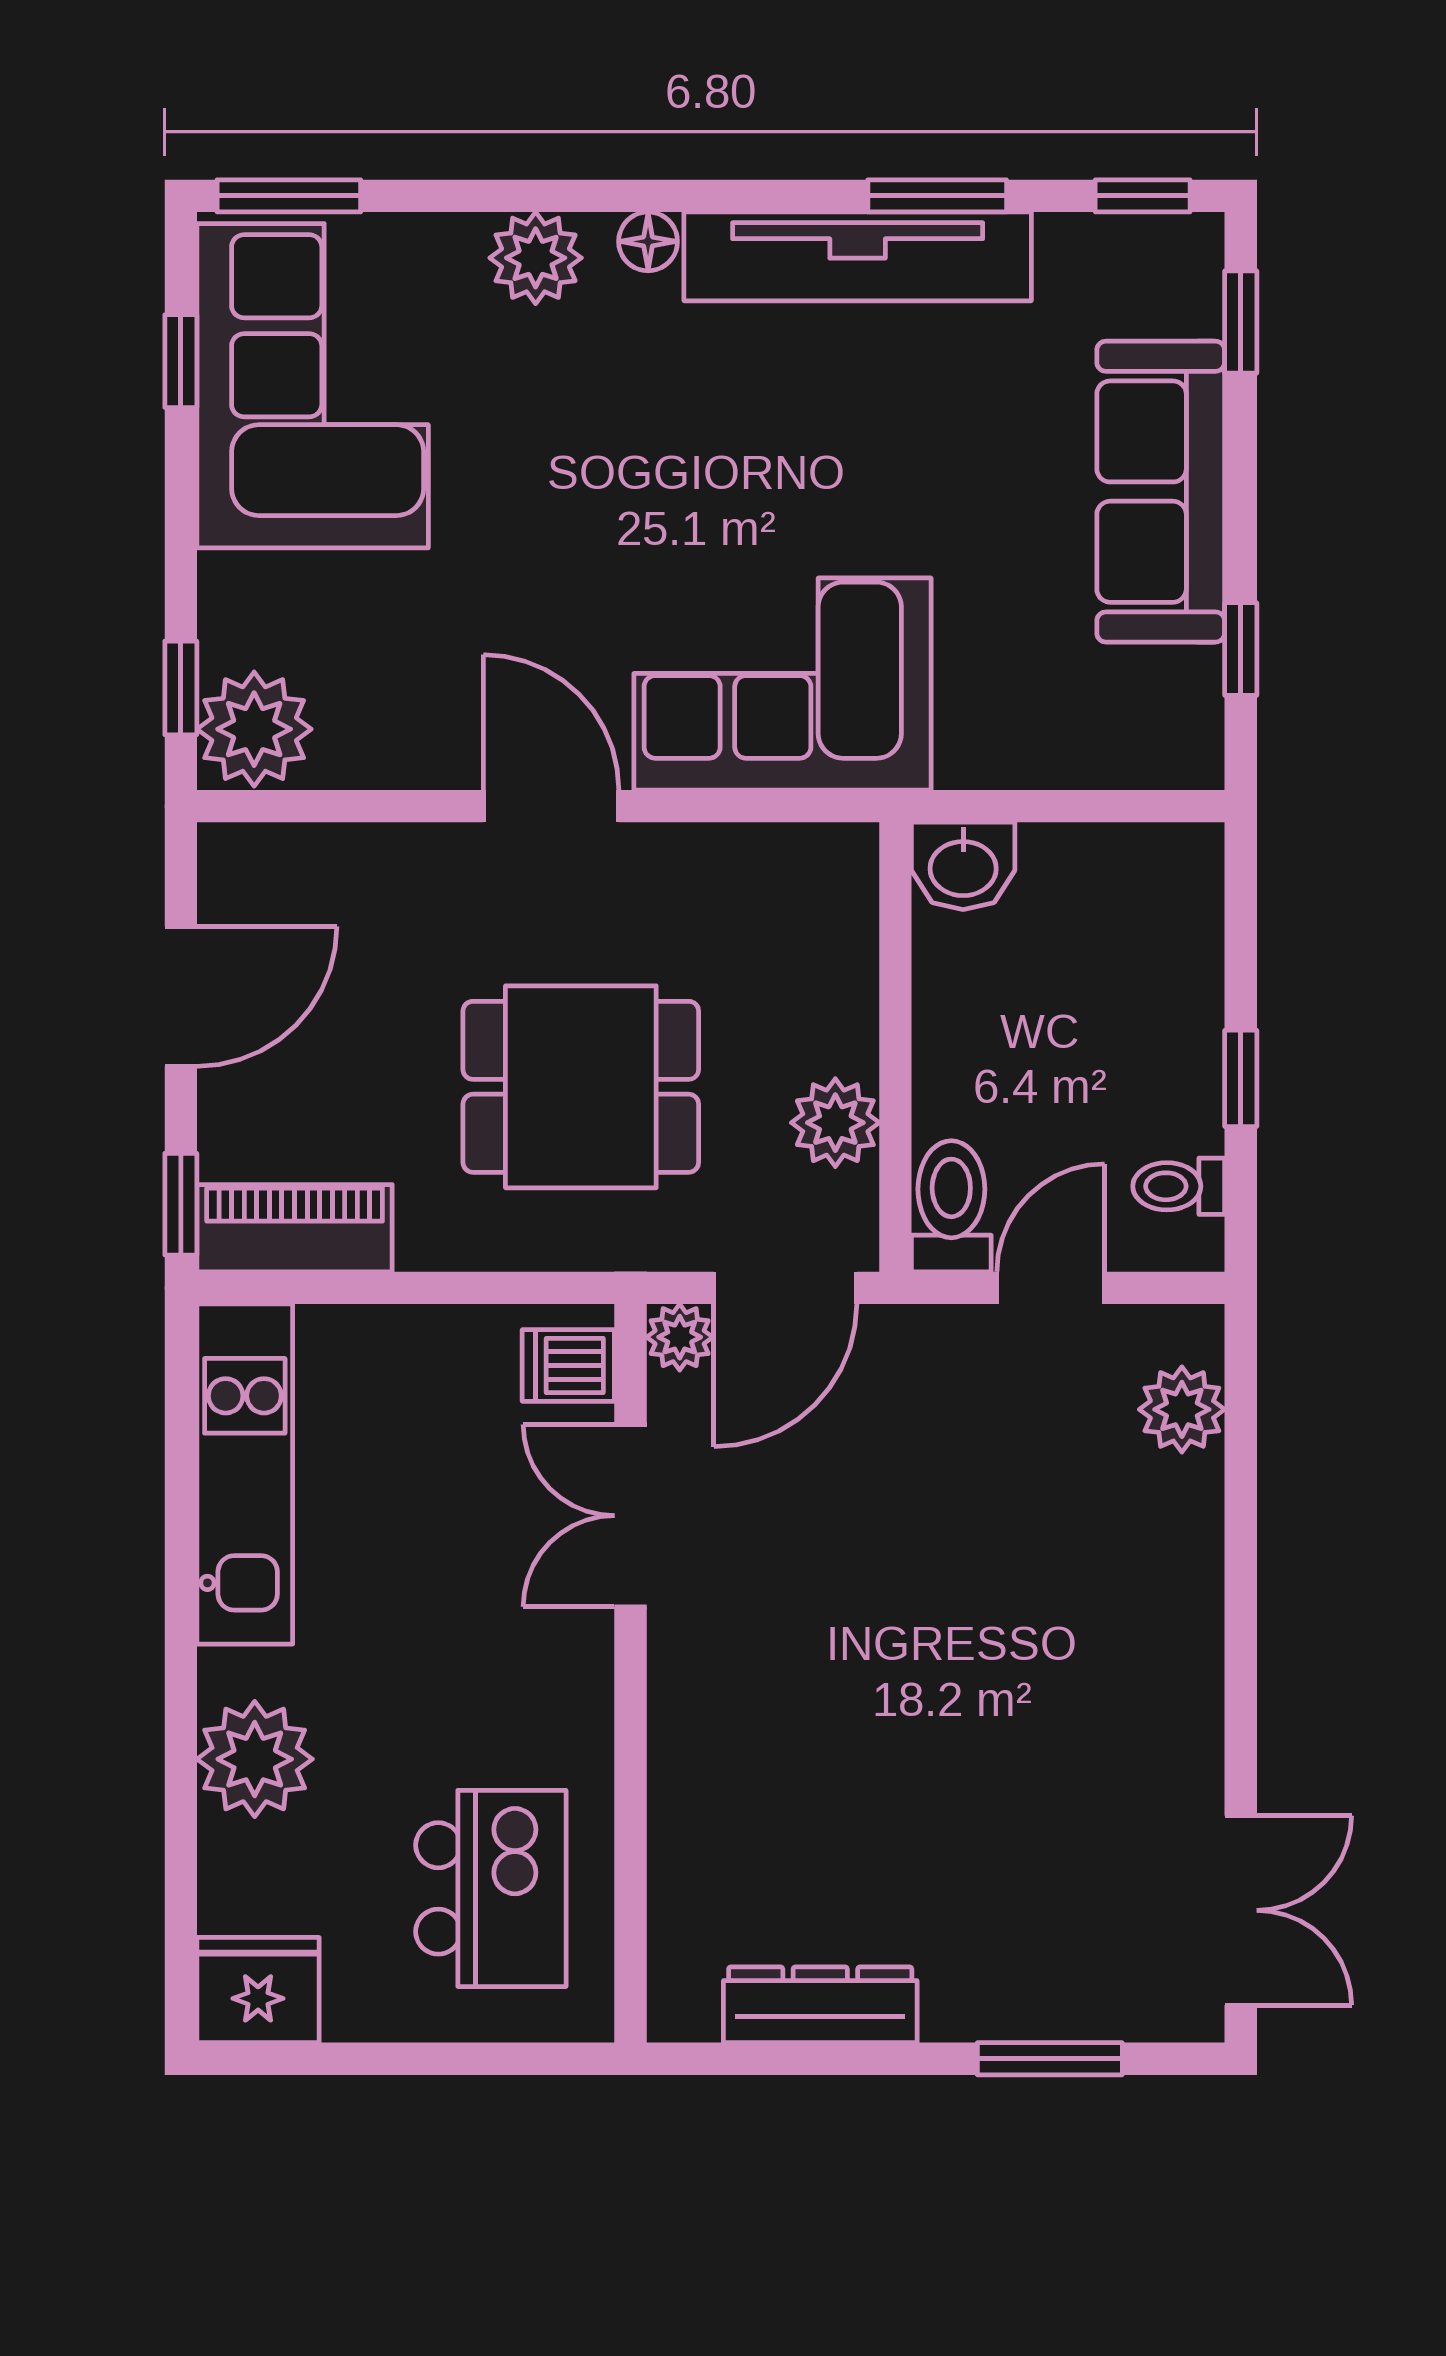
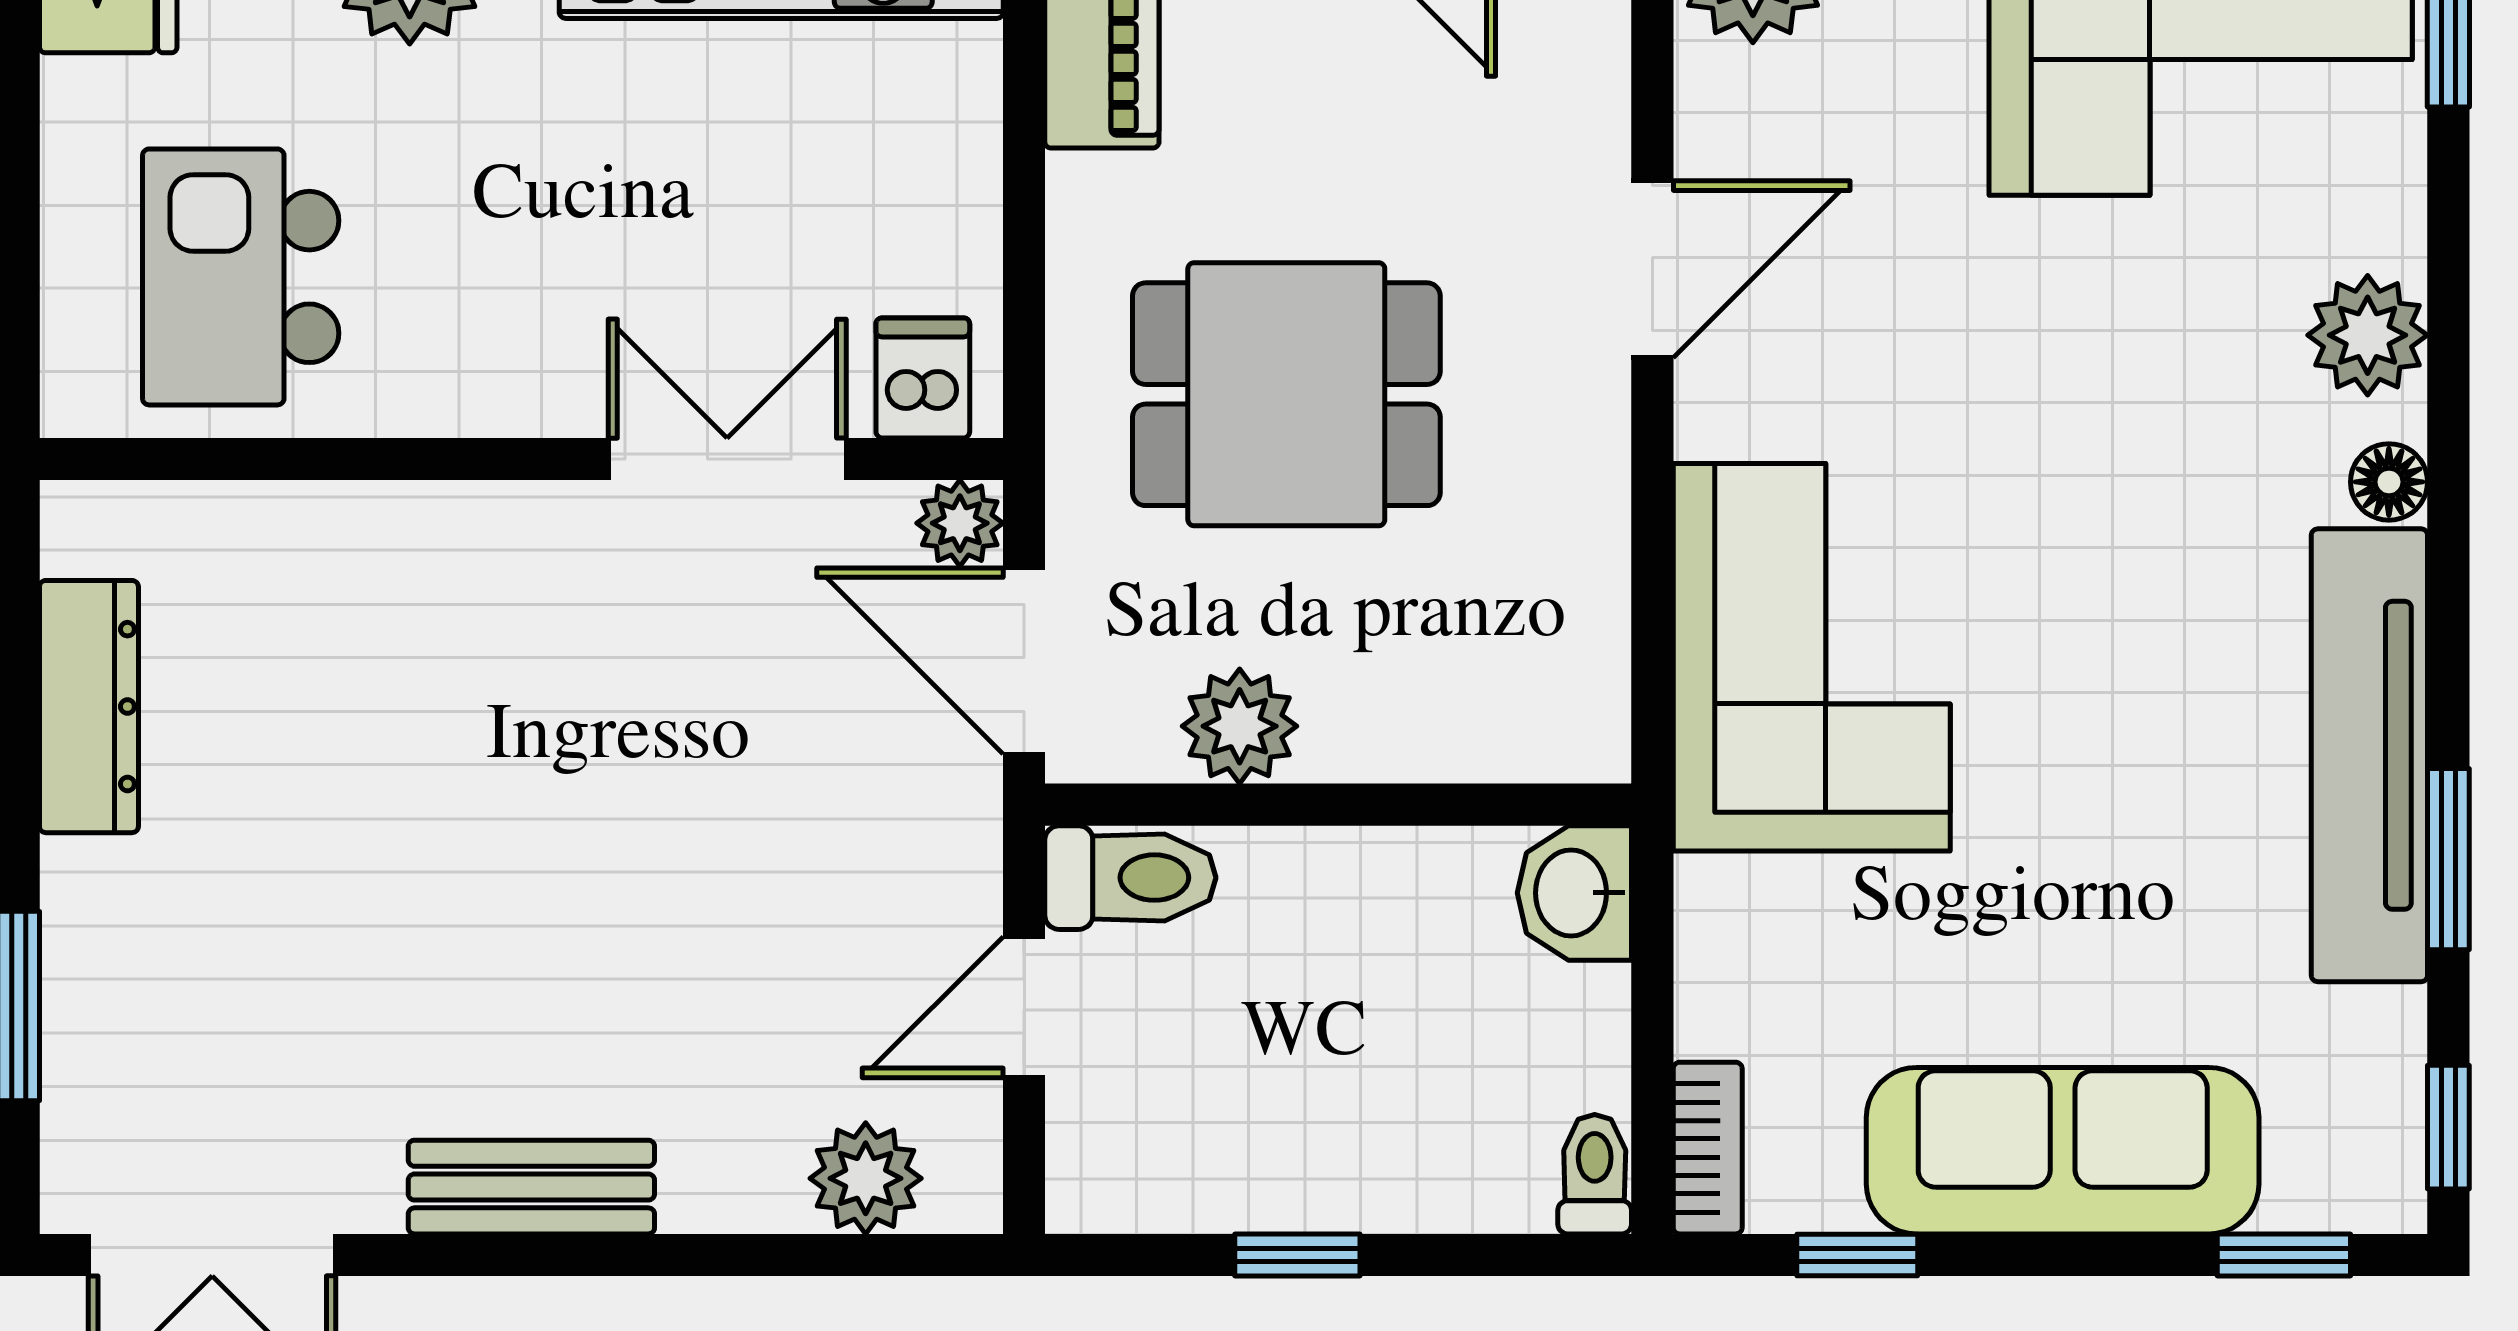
bookcase: (1159, 764) -> (1708, 1148), added
door: (551, 806) -> (1652, 269), moved
dining table: (581, 1087) -> (1286, 394), turned 90
toilet: (1179, 1186) -> (1595, 1174), moved
door: (1051, 1288) -> (1024, 1007), swing flipped
bench: (1189, 1666) -> (531, 1187), added
kitchen island: (491, 1888) -> (241, 277), turned 90

